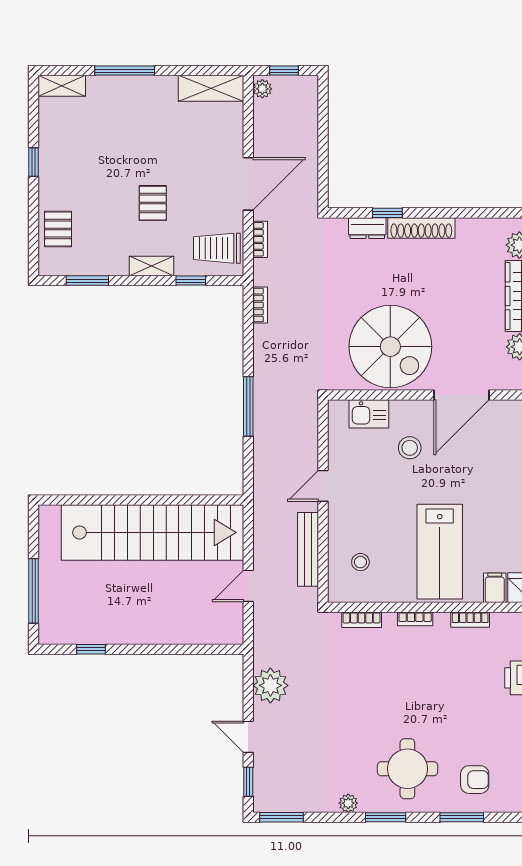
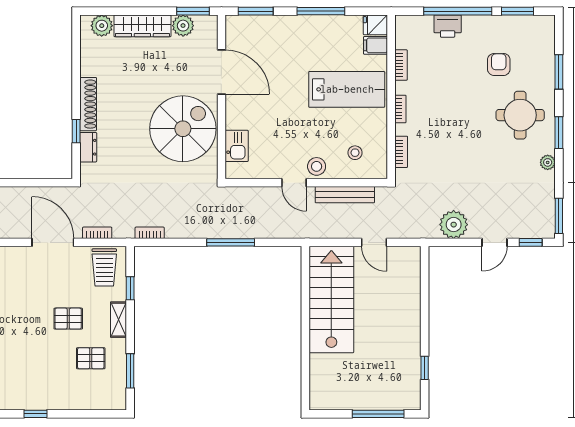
pallet: (58, 229) -> (91, 358), moved
stool: (410, 448) -> (317, 166), moved
stairs: (152, 532) -> (331, 299), width x0.73
armchair: (475, 780) -> (499, 64), moved

